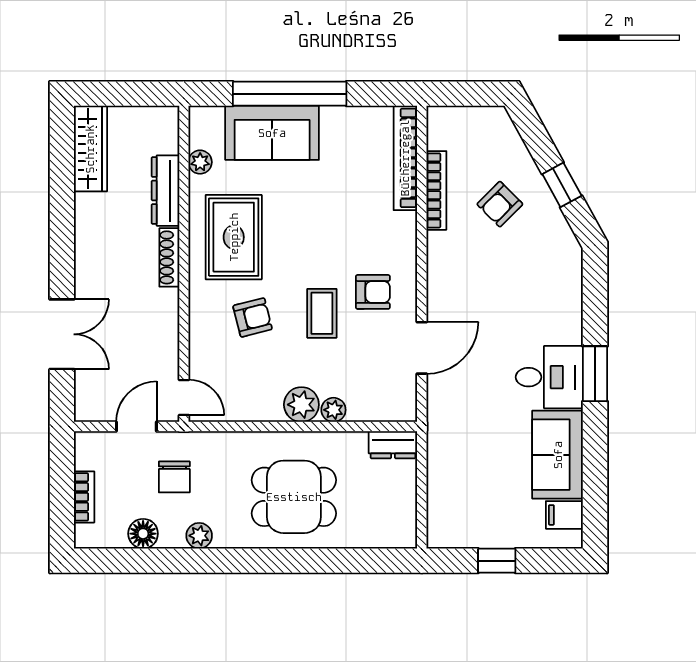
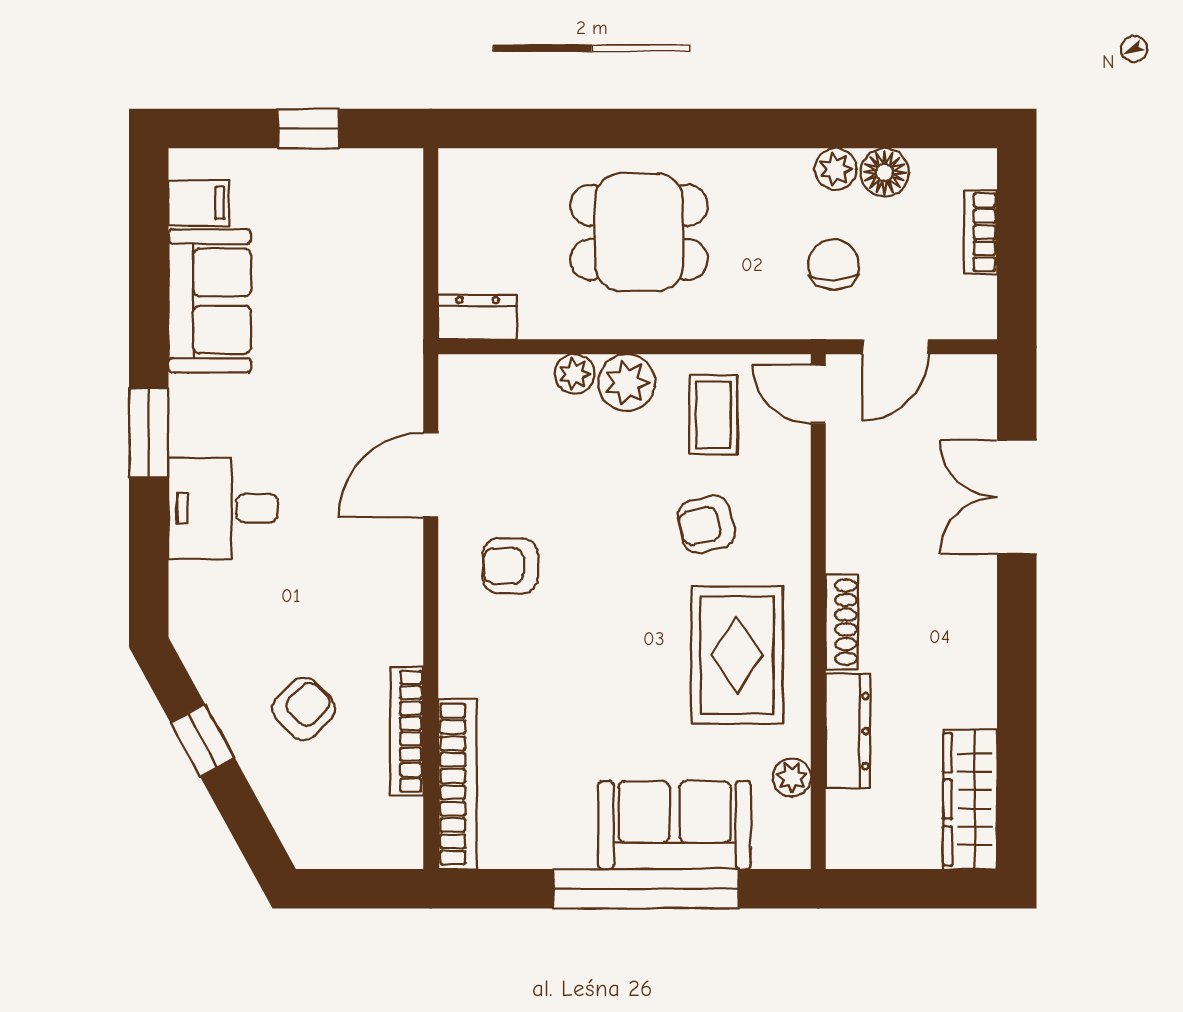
coffee table: (322, 313) -> (713, 415), moved
desk: (549, 377) -> (223, 508), moved
plant: (199, 536) -> (836, 169), moved

